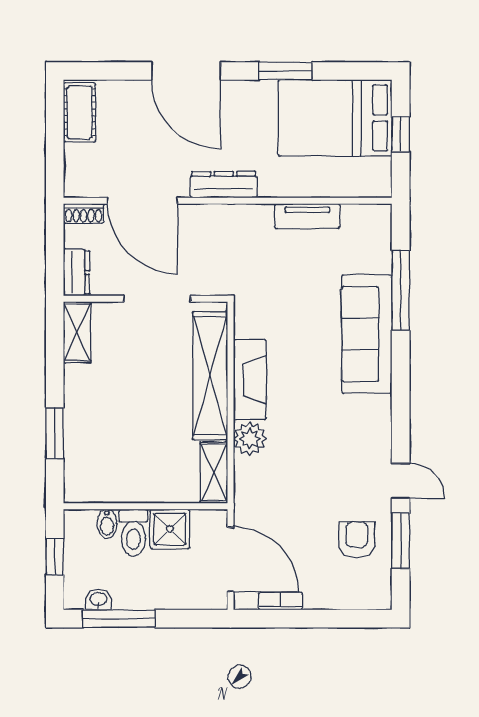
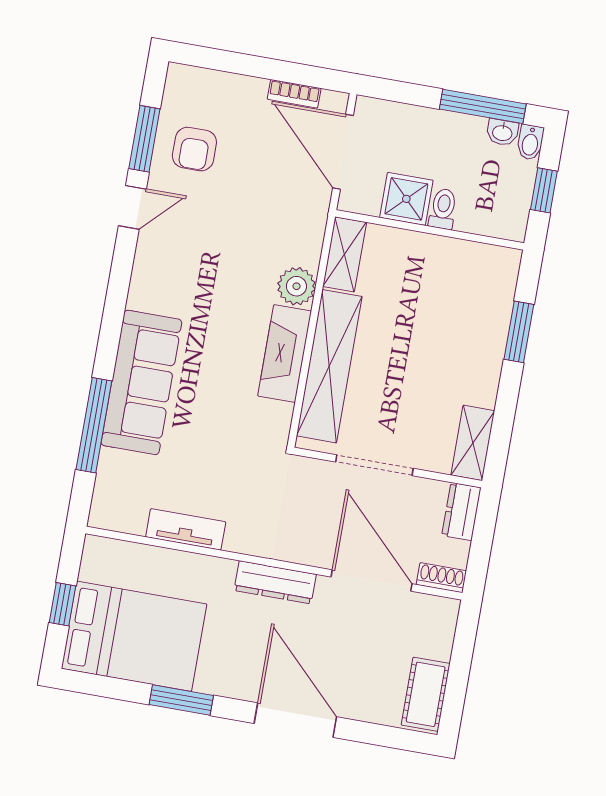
door: (401, 481) -> (132, 207), swing flipped
bidet: (107, 524) -> (530, 142), moved, turned 180
toilet: (133, 533) -> (443, 209), width x0.73, depth x0.72

